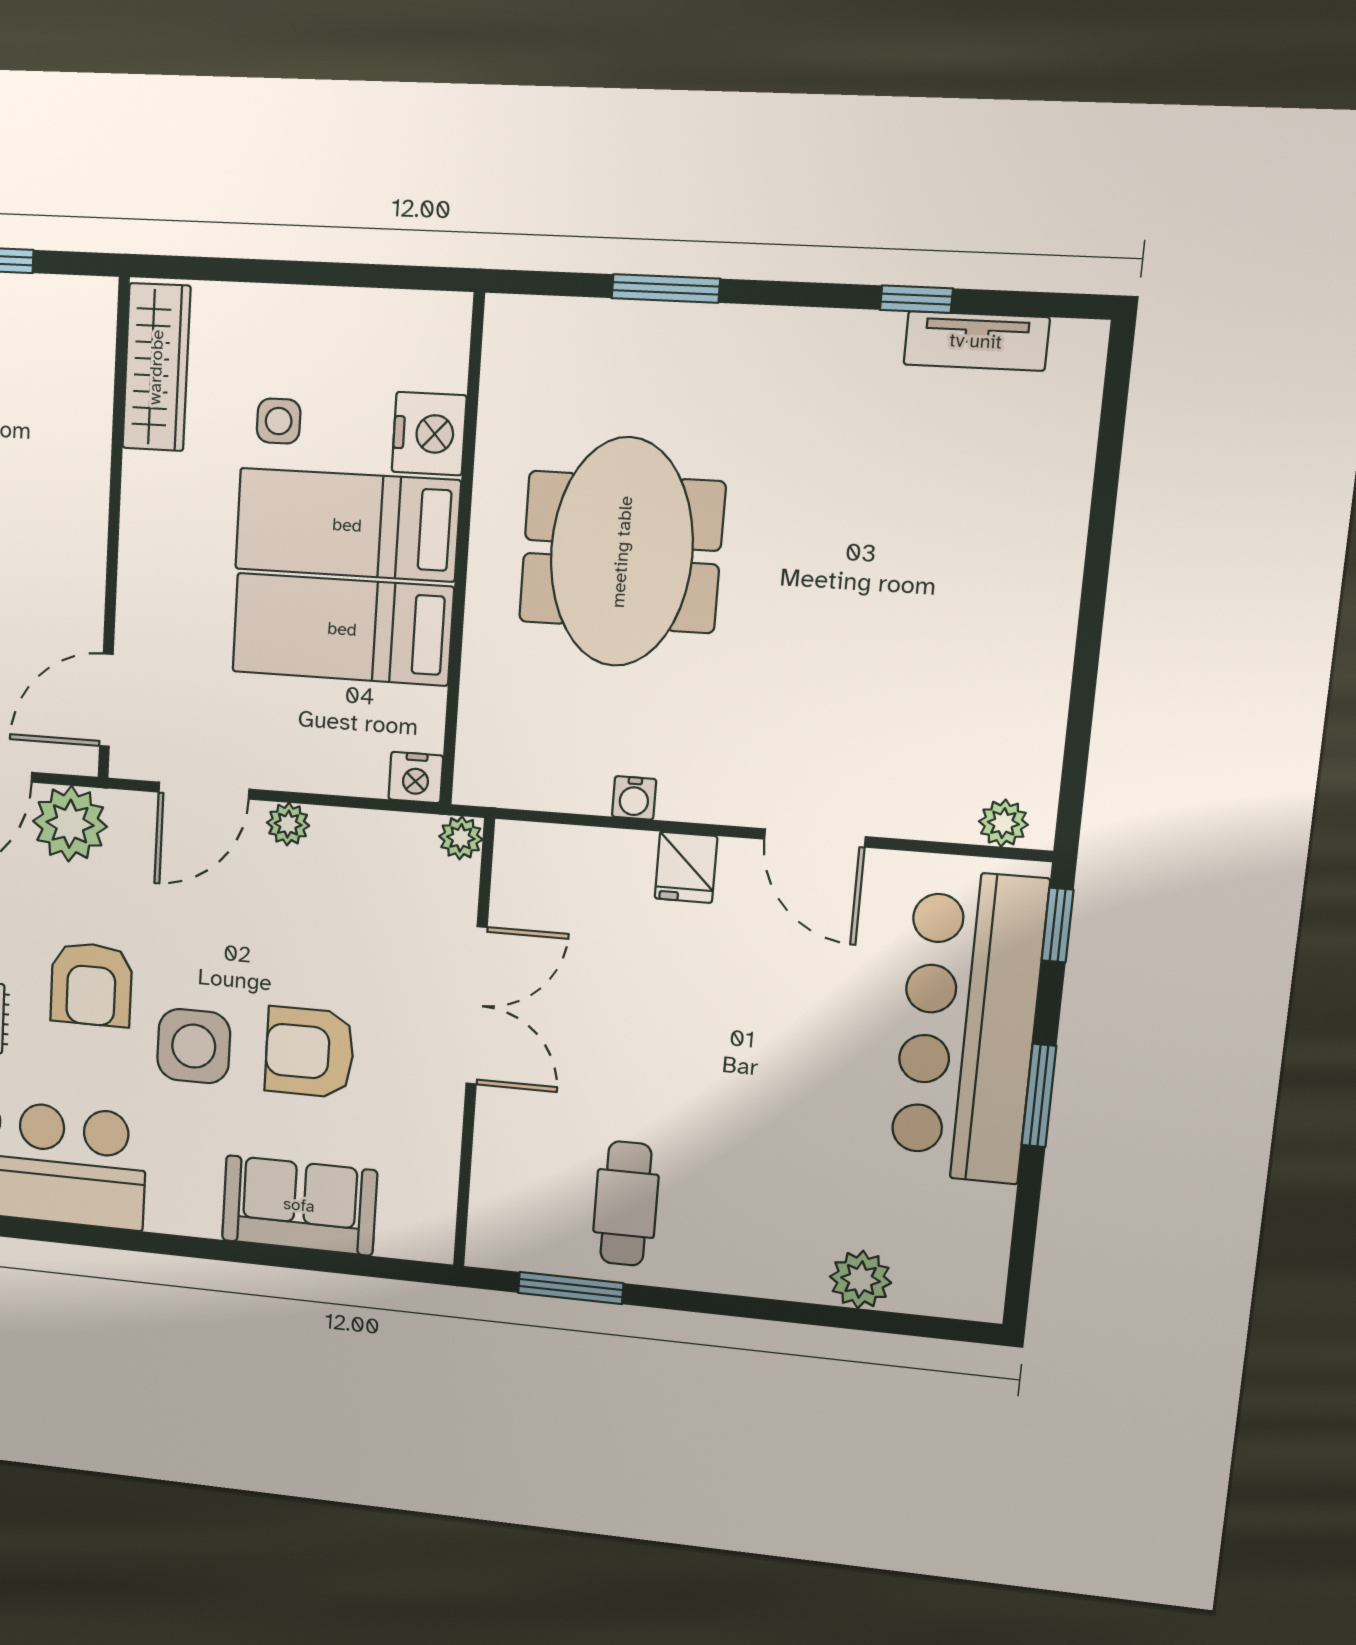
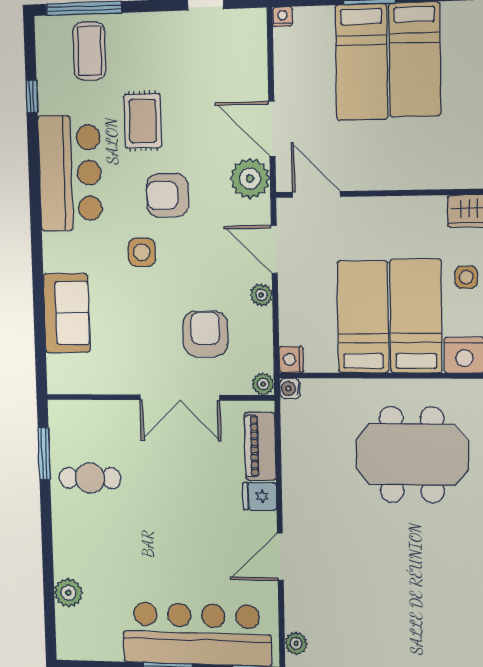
water cooler: (634, 798) -> (290, 388), moved
piano: (584, 856) -> (260, 446), added
side table: (194, 1046) -> (142, 252), width x0.73, depth x0.73
armchair: (310, 1052) -> (205, 334), moved

